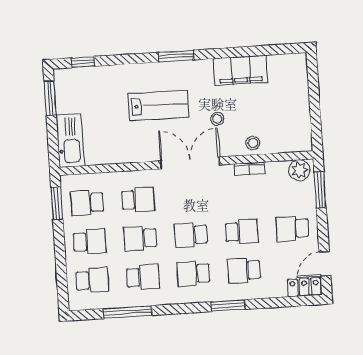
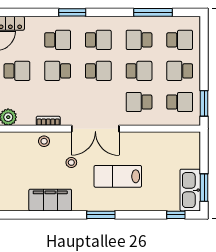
kitchen sink: (70, 141) -> (190, 190), moved
school desk: (92, 280) -> (180, 40), turned 180

